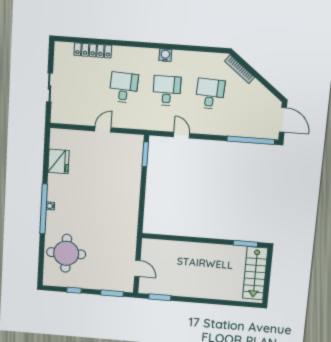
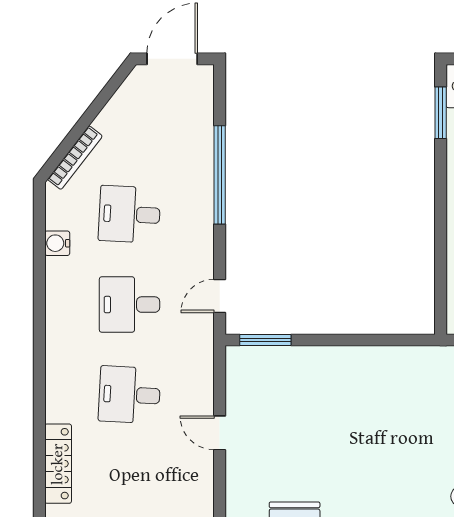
water cooler: (165, 55) -> (57, 243), moved
door: (182, 135) -> (220, 296), moved
window: (251, 140) -> (220, 175), moved

